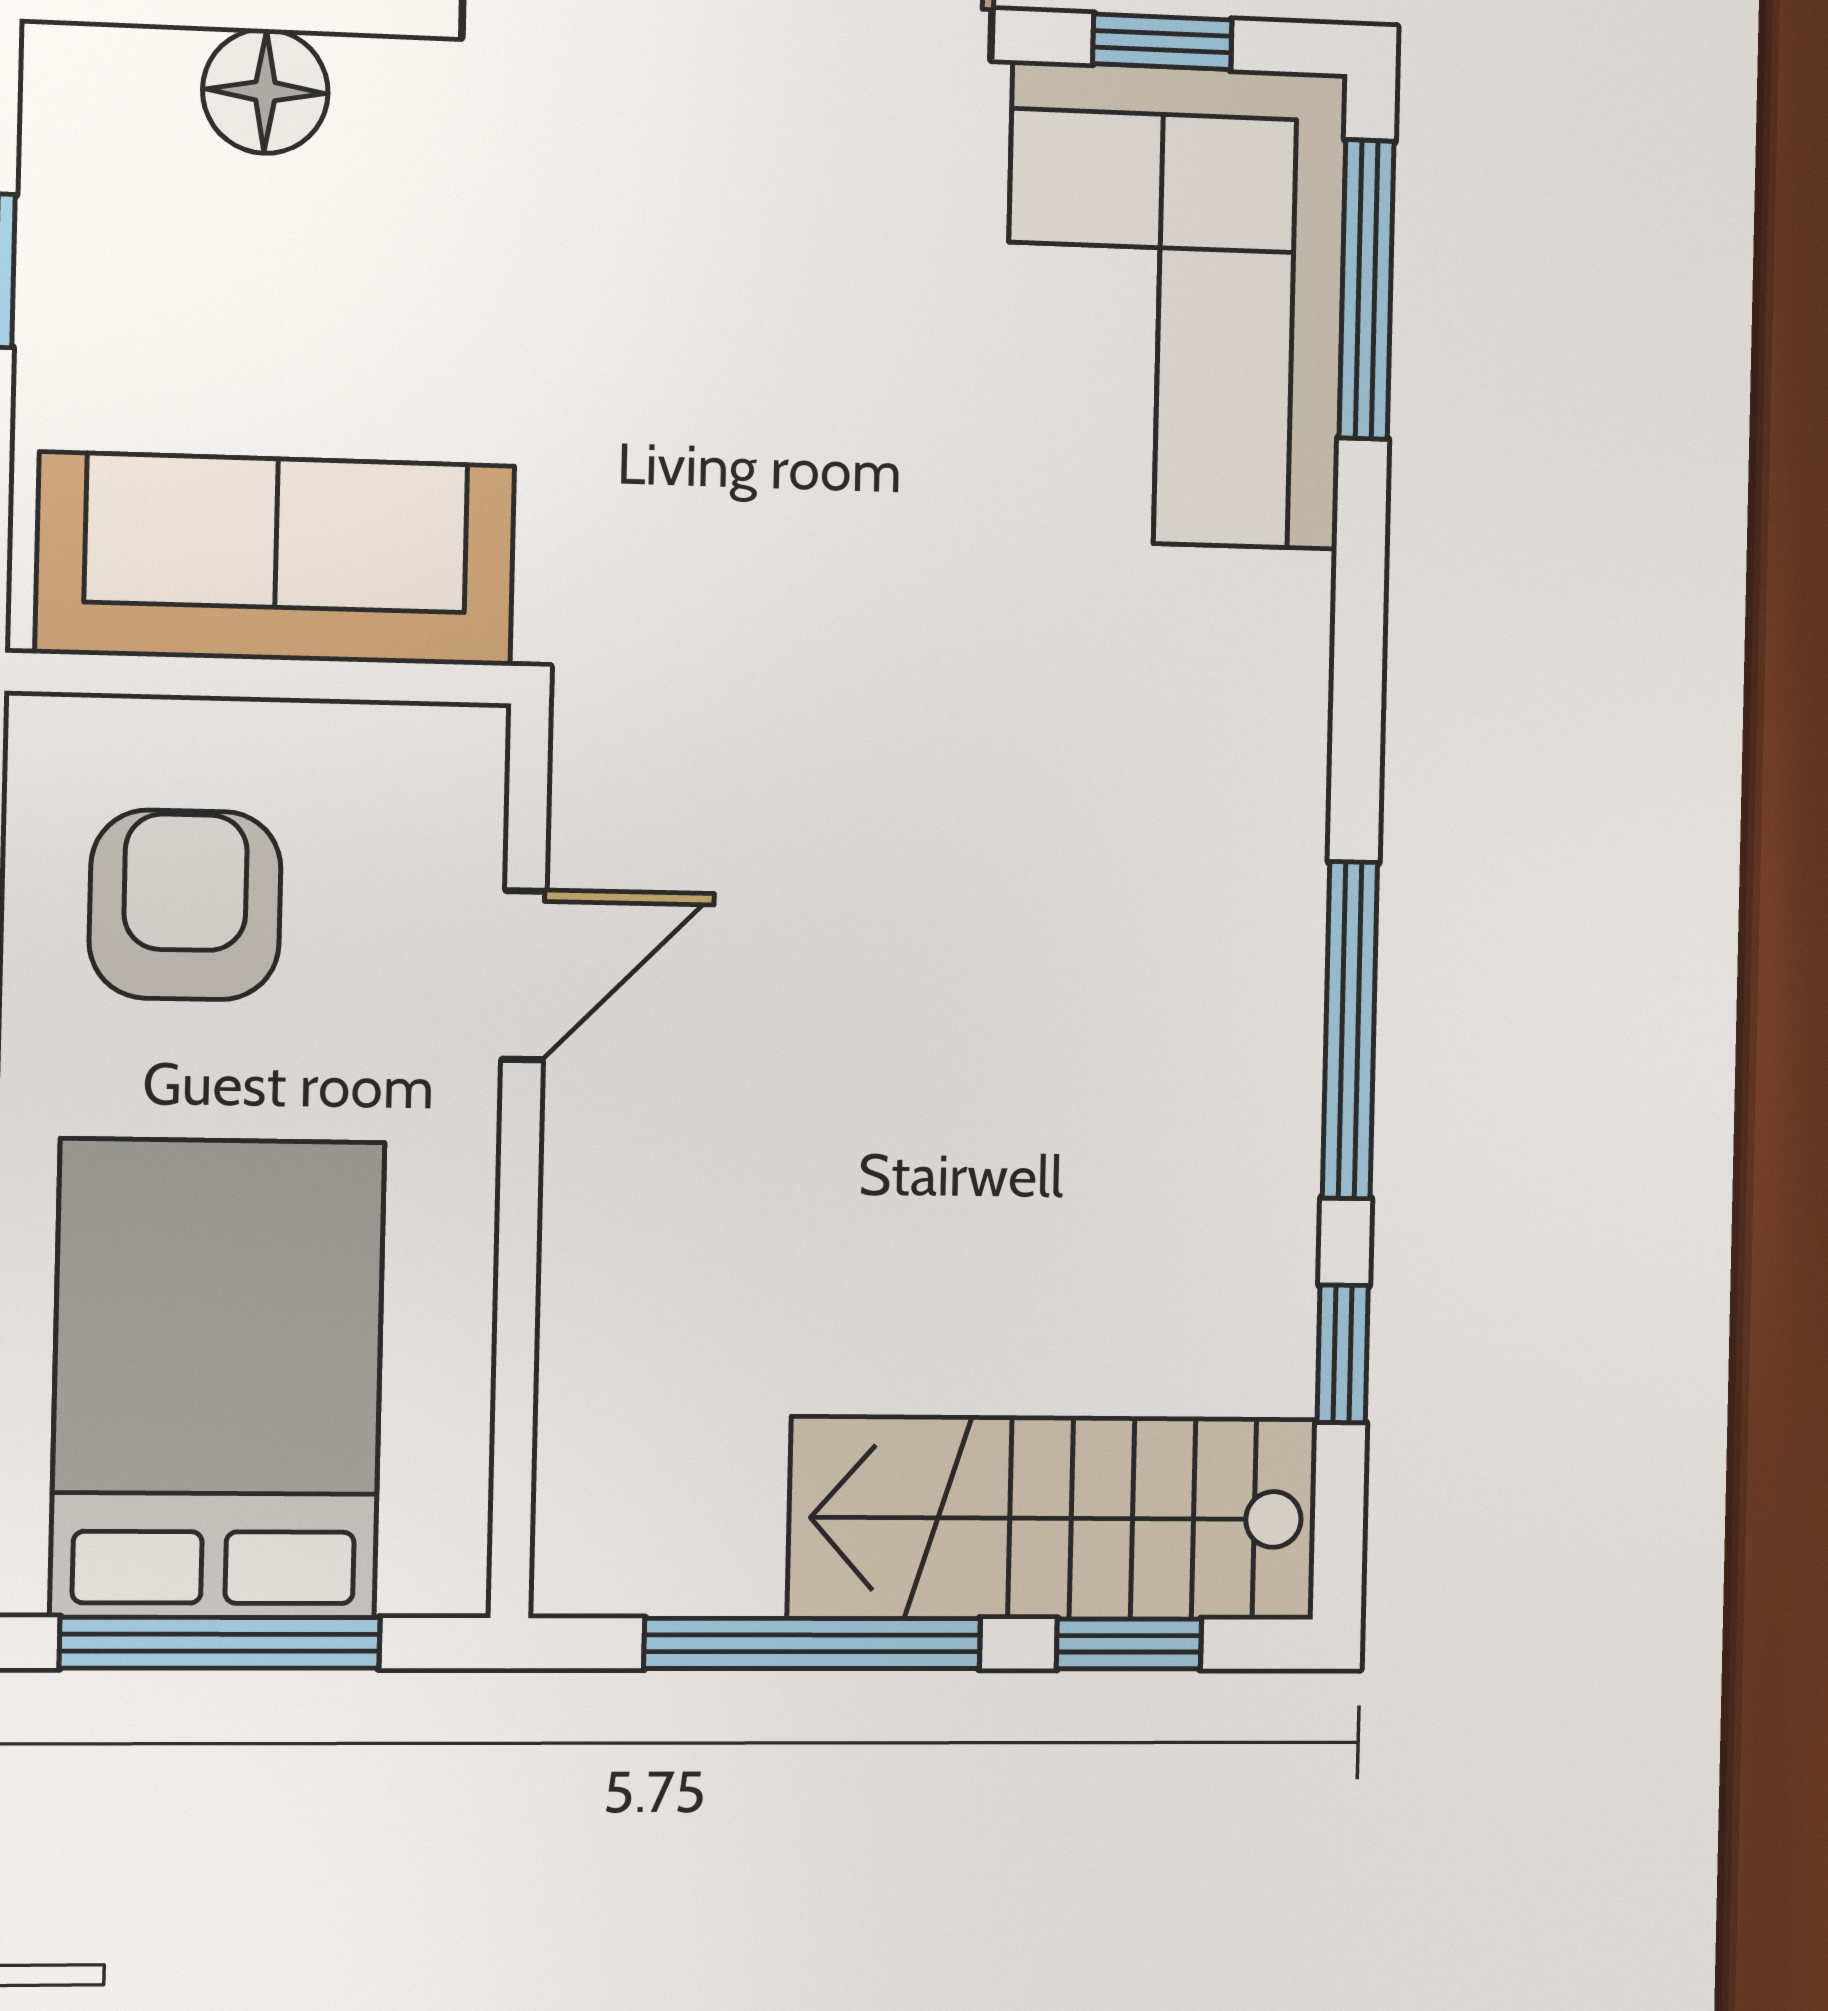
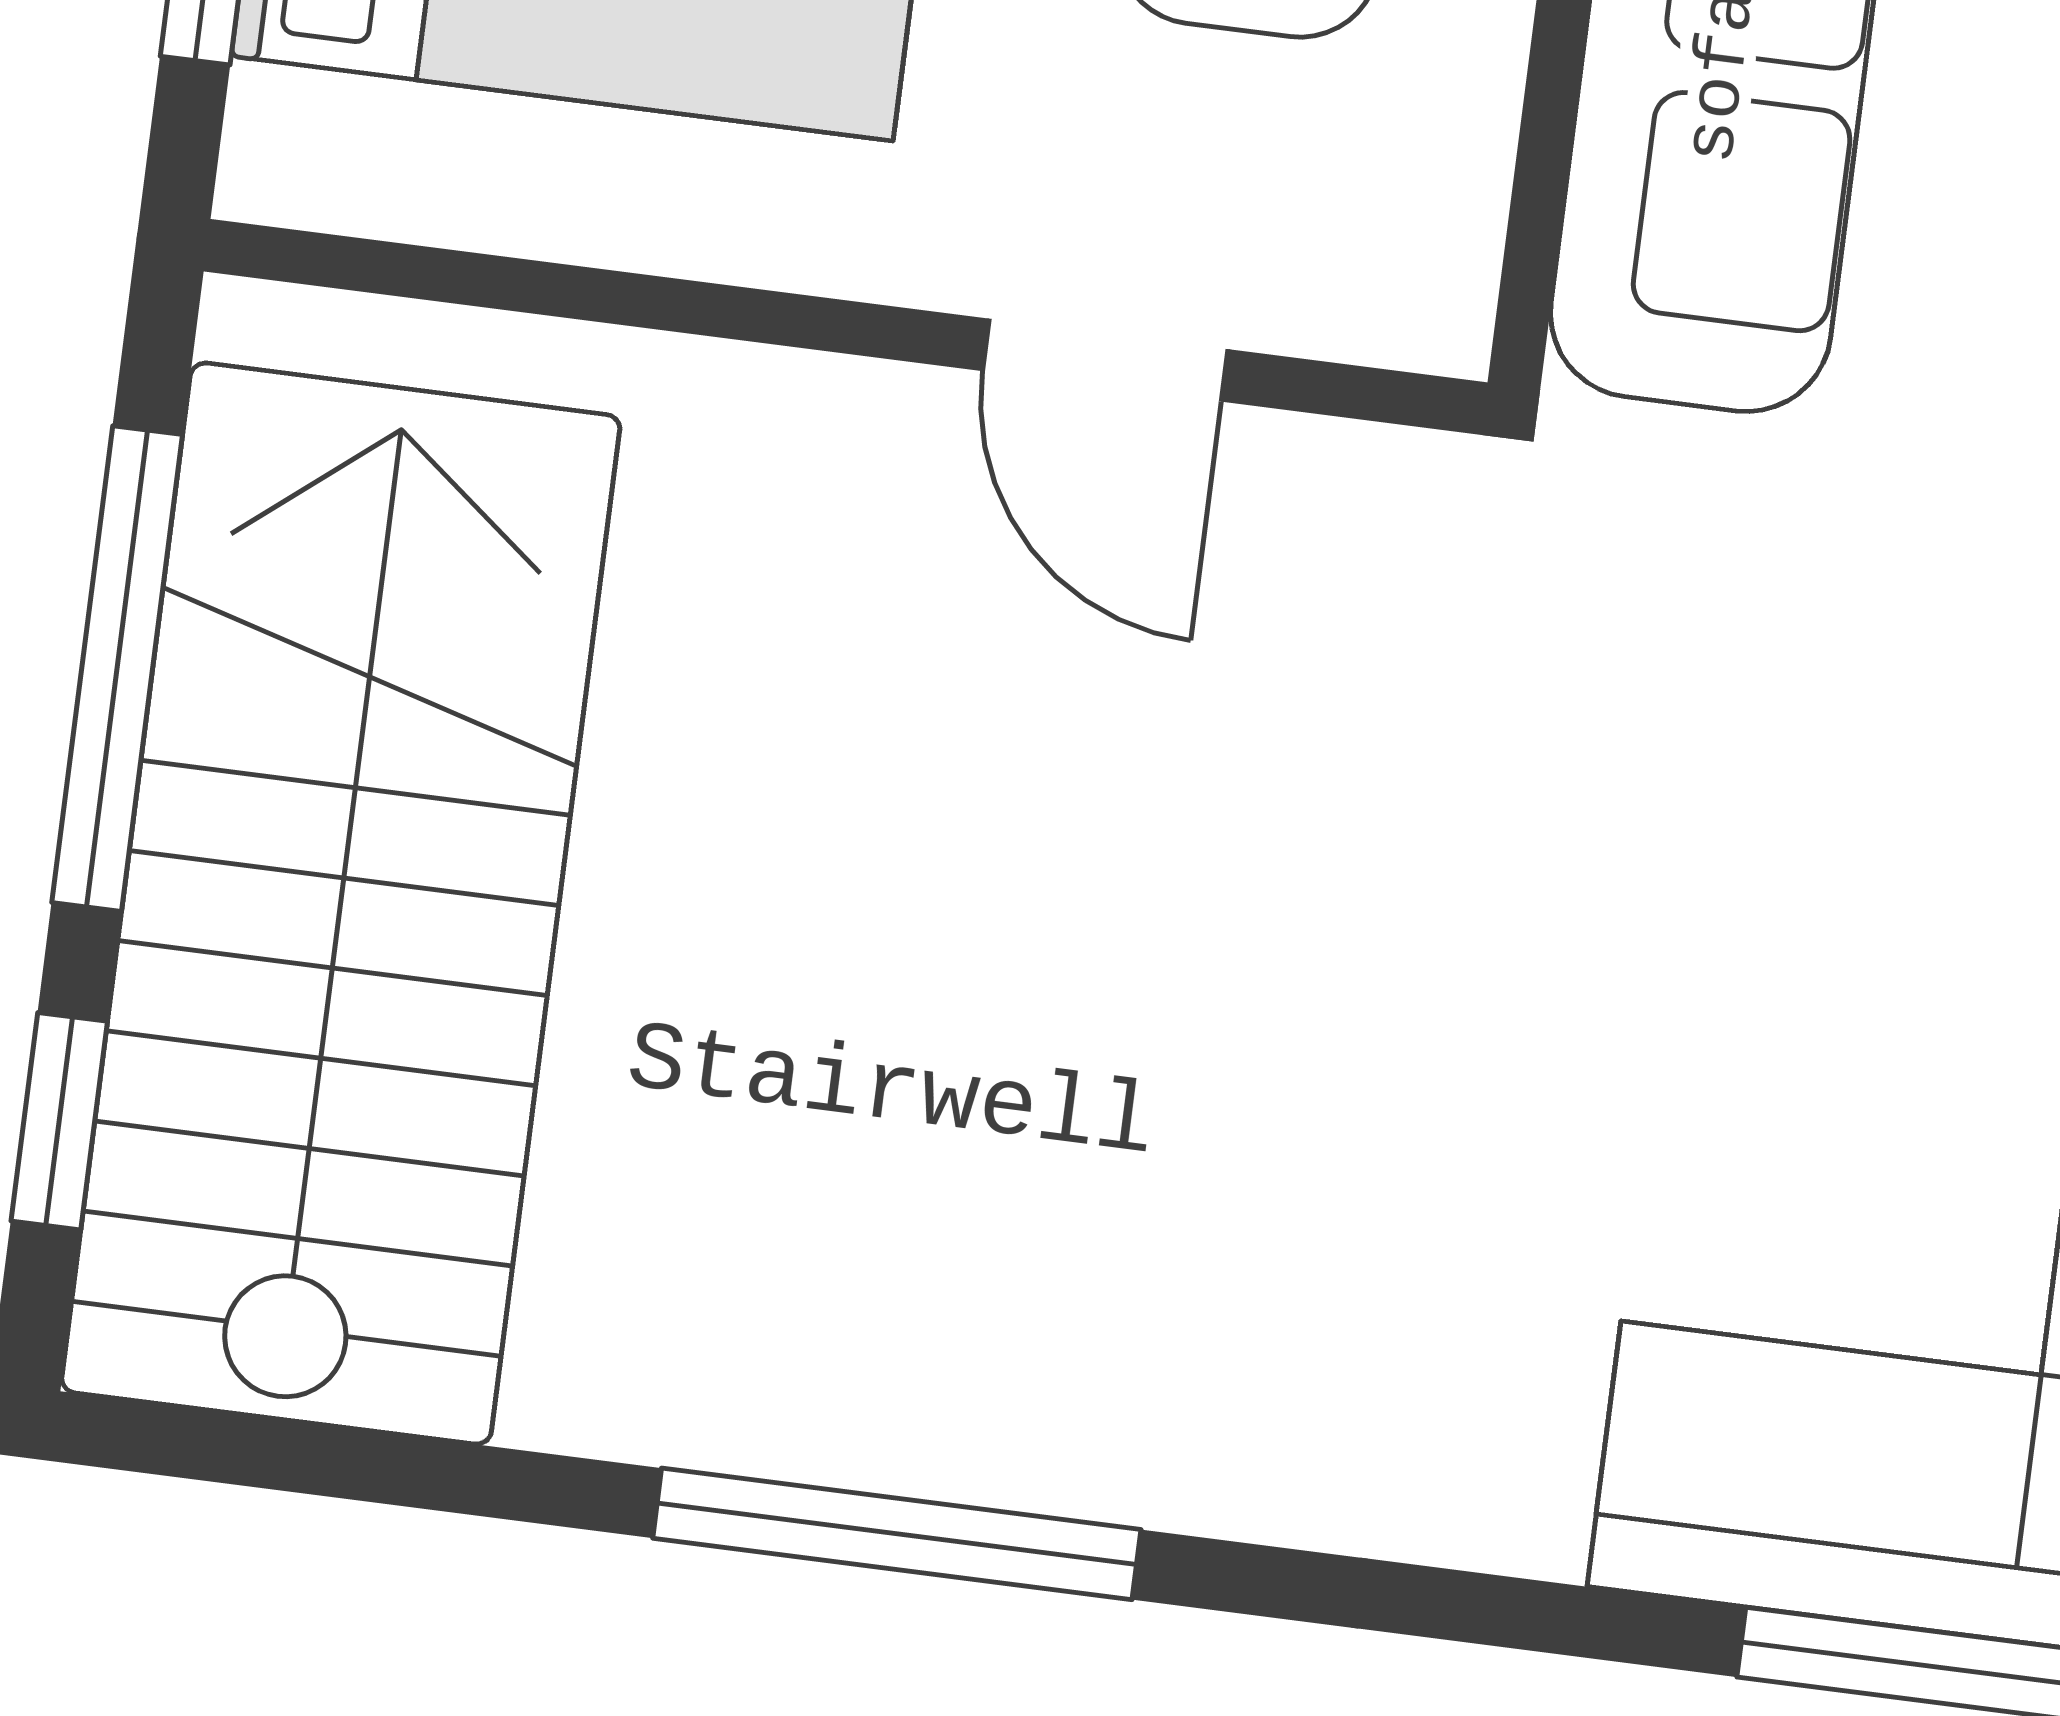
window: (1343, 1354) -> (435, 1475), removed
stairs: (1054, 1518) -> (341, 904), width x1.36, depth x1.51

